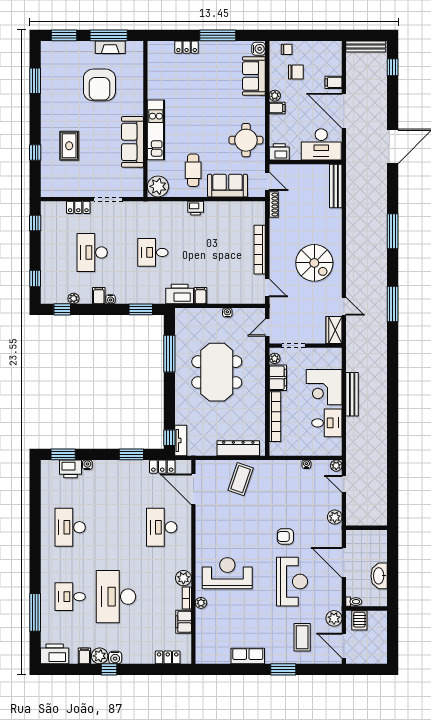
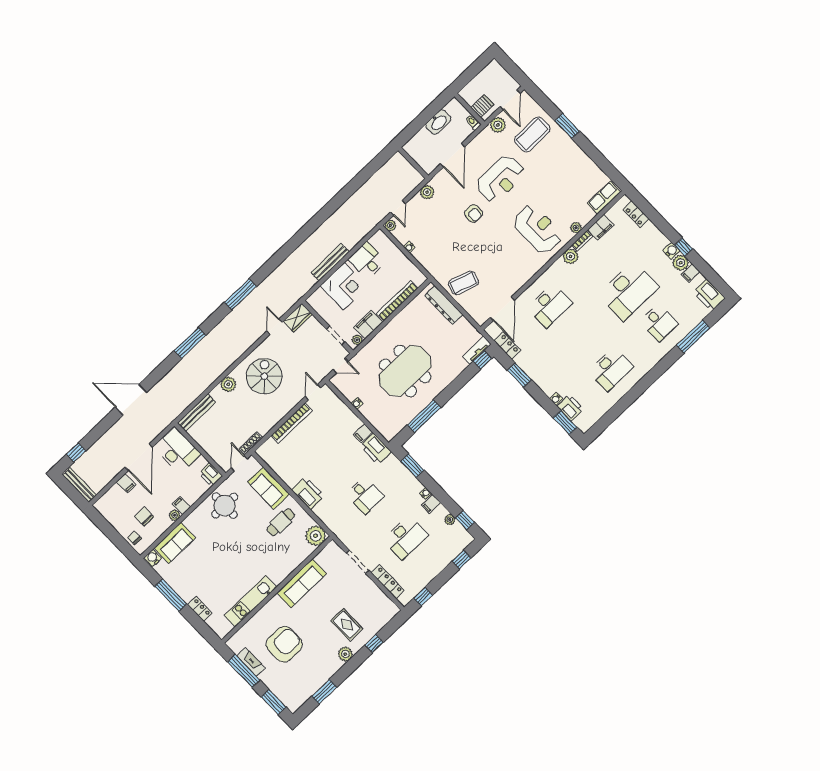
plant: (48, 124) -> (345, 654), added
kitchen unit: (156, 130) -> (250, 601), moved
rug: (69, 146) -> (347, 625), turned 90
locker: (78, 207) -> (388, 582), width x1.53
printer: (196, 208) -> (308, 493), width x1.87, depth x1.48
plant: (334, 230) -> (228, 384), added
reception desk: (227, 573) -> (538, 229), turned 180
reception desk: (292, 582) -> (500, 179), turned 180
coffee table: (302, 637) -> (532, 134), width x1.36, depth x1.32
row of seats: (248, 656) -> (604, 198), moved, turned 90

